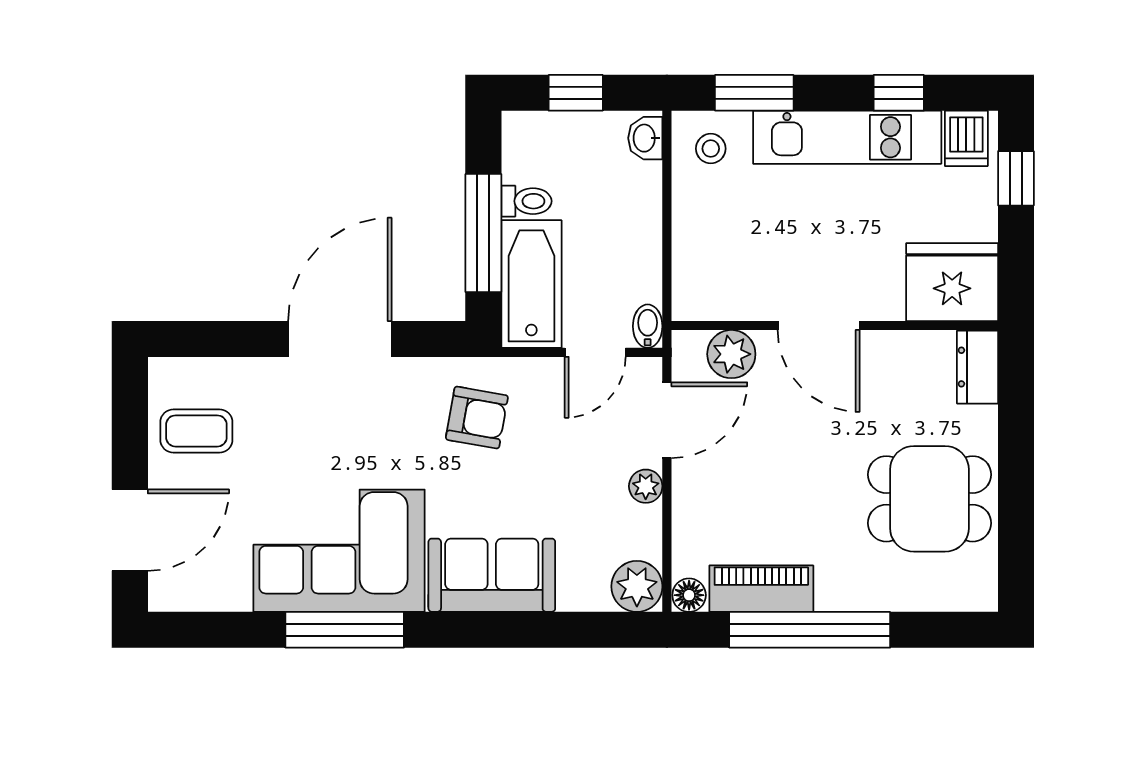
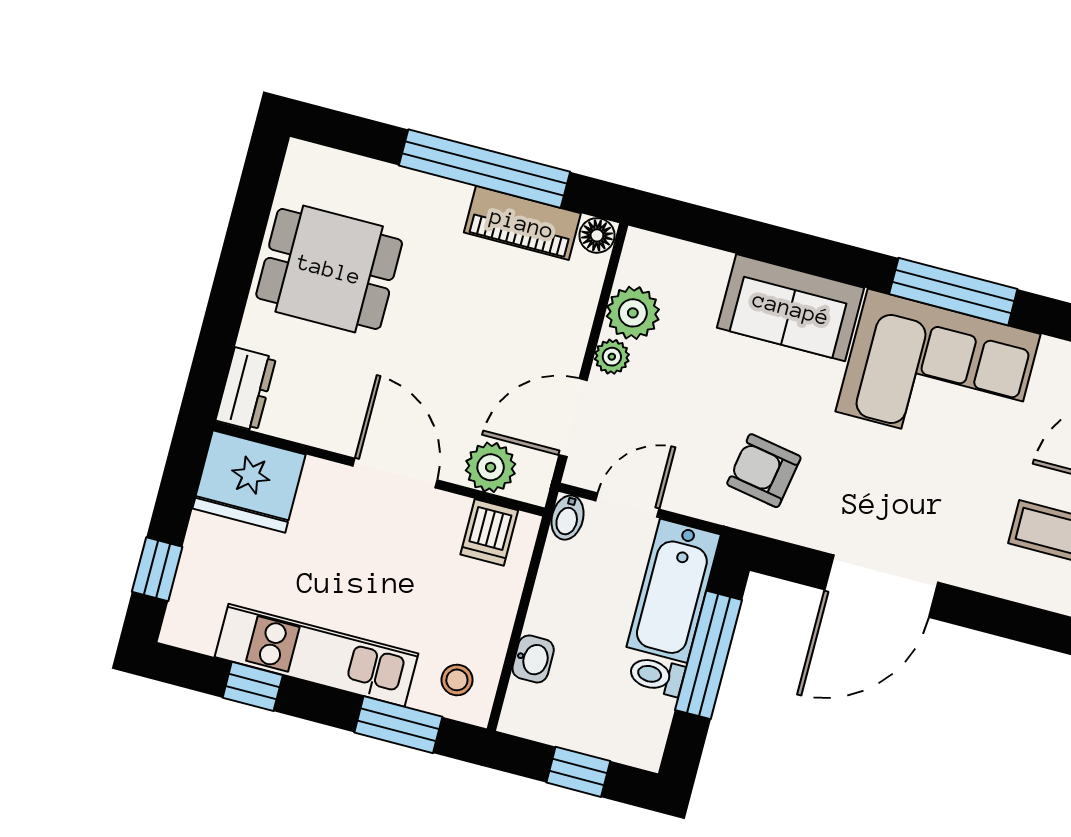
washbasin: (645, 138) -> (533, 659), moved
dishwasher: (966, 138) -> (489, 532), moved, turned 180
plant: (637, 586) -> (633, 313), moved

